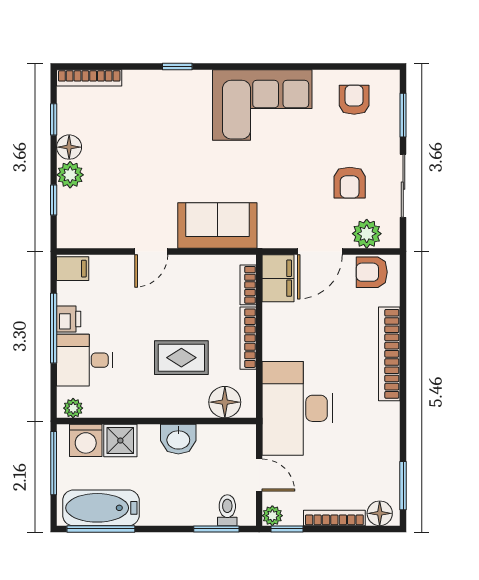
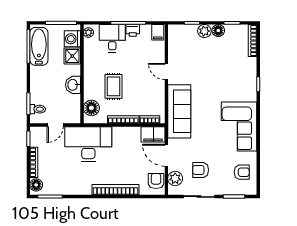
sofa: (217, 226) -> (179, 111), width x1.36
plant: (272, 516) -> (35, 132), removed

